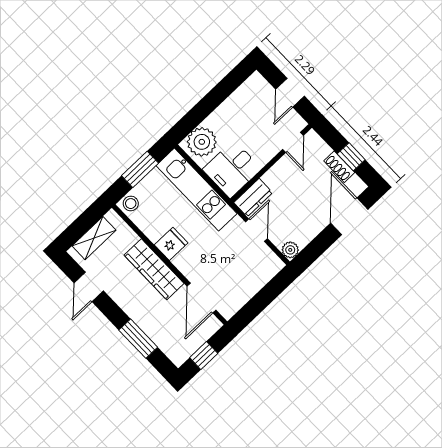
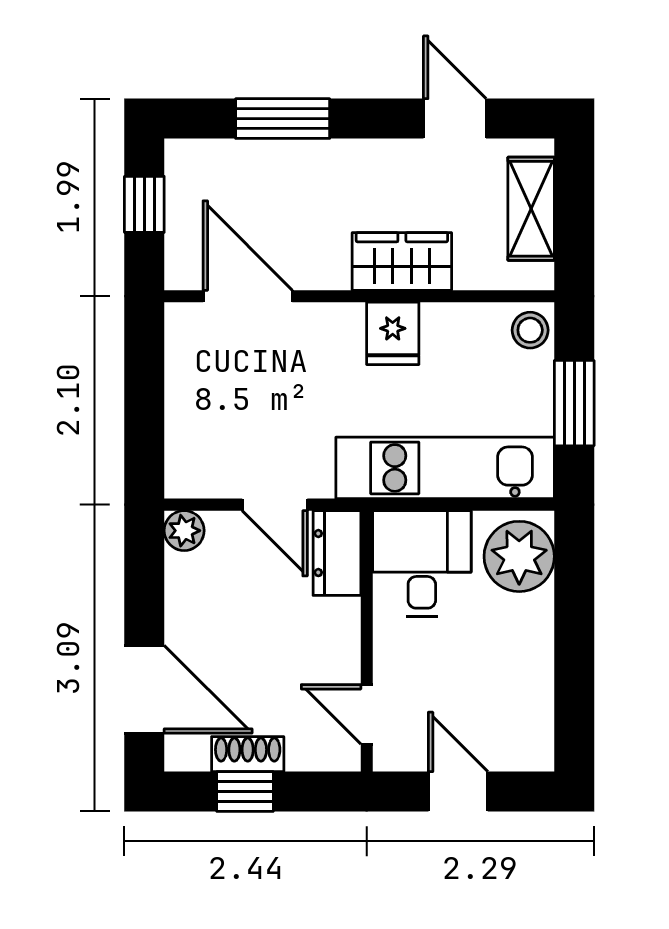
wardrobe: (154, 269) -> (402, 261), width x0.67

